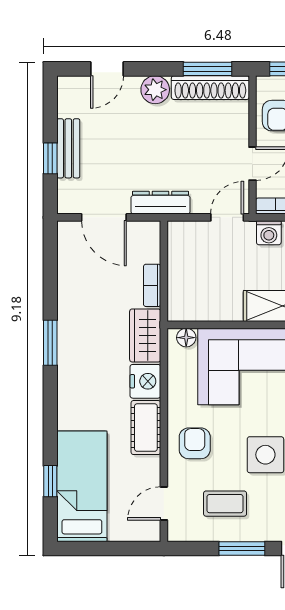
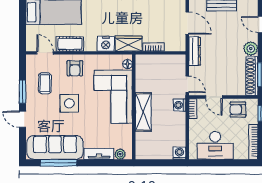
door: (104, 217) -> (187, 23), swing flipped
cot: (146, 428) -> (70, 44), moved
armchair: (195, 443) -> (75, 68), turned 90

